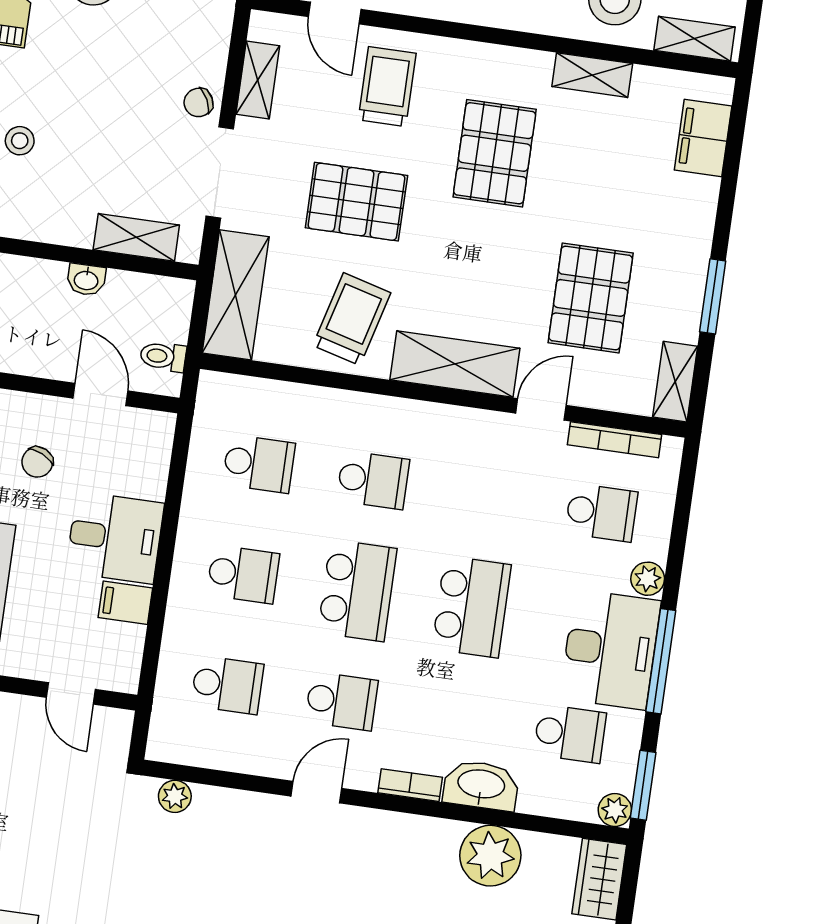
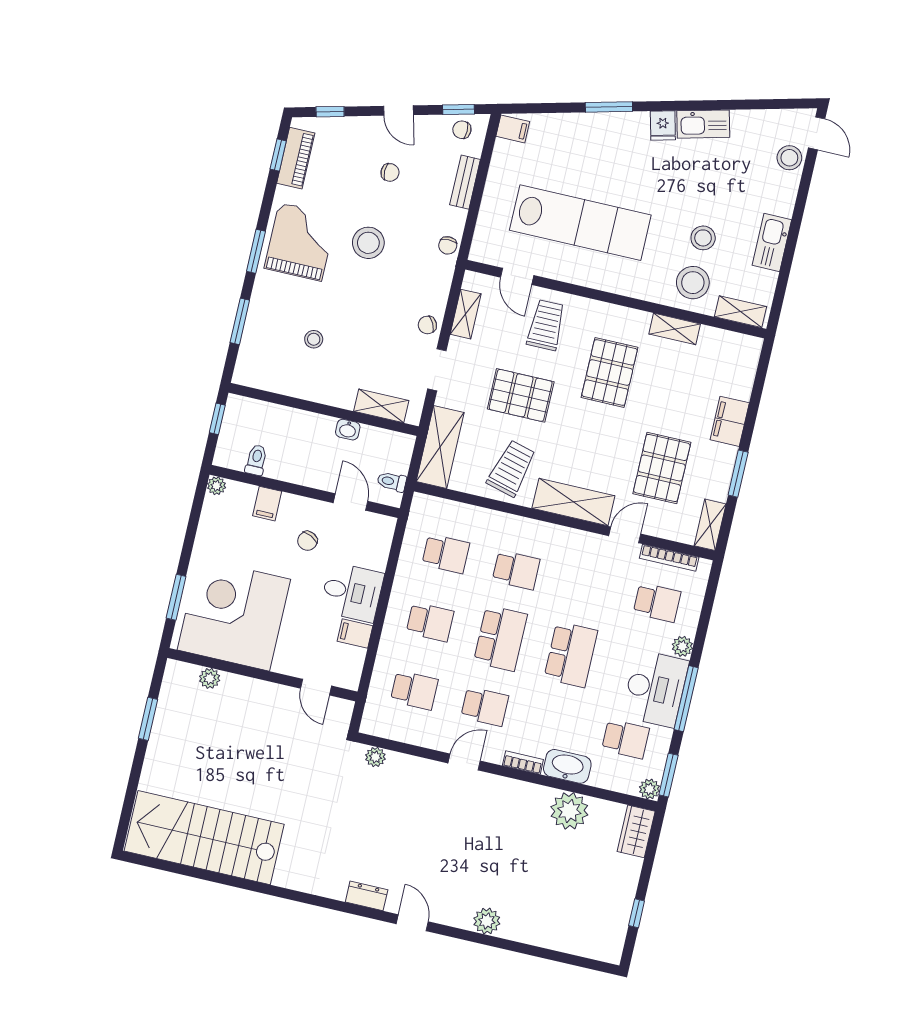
filing cabinet: (703, 138) -> (730, 421), moved
doorway: (220, 172) -> (437, 370), width x0.73

